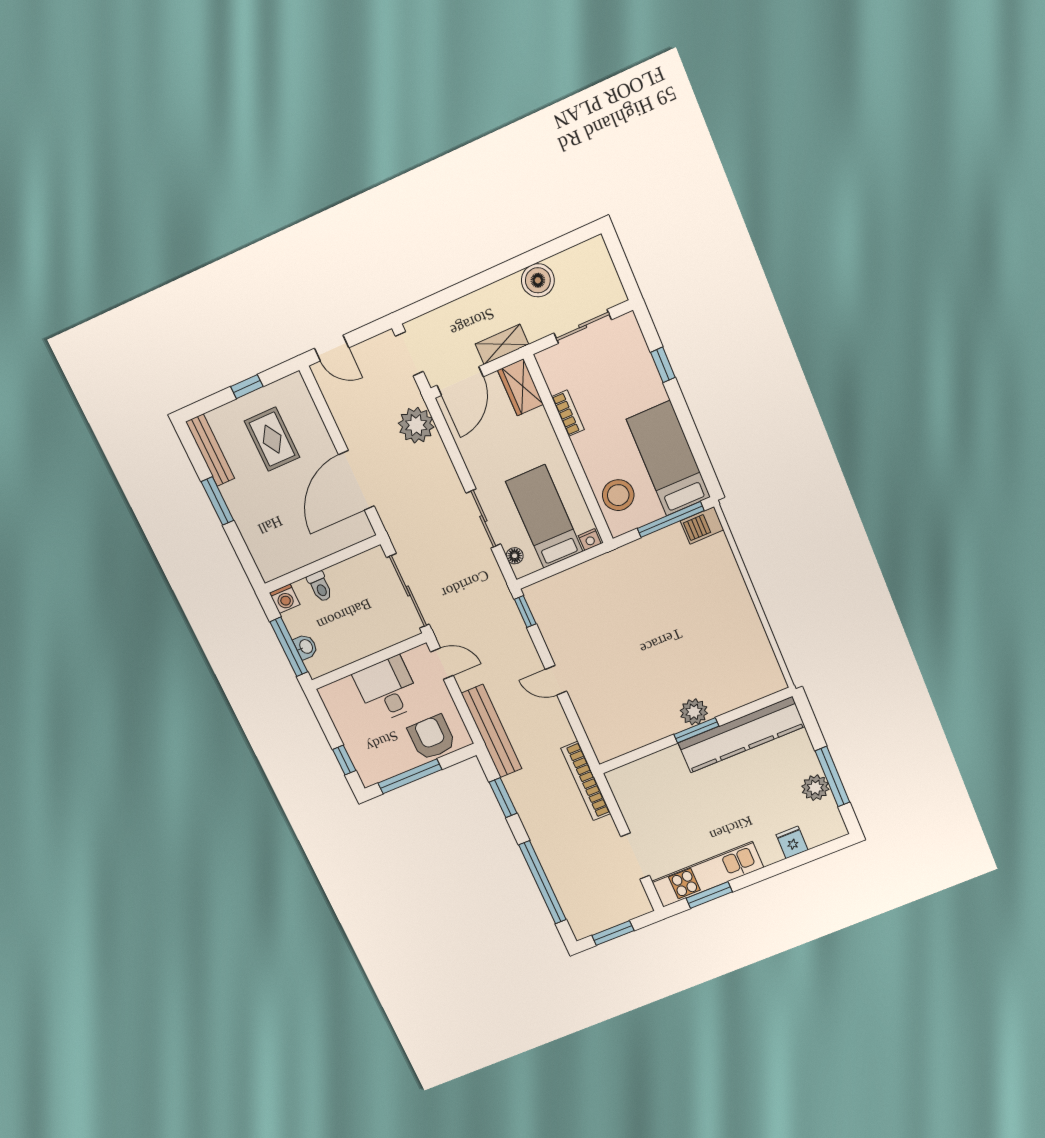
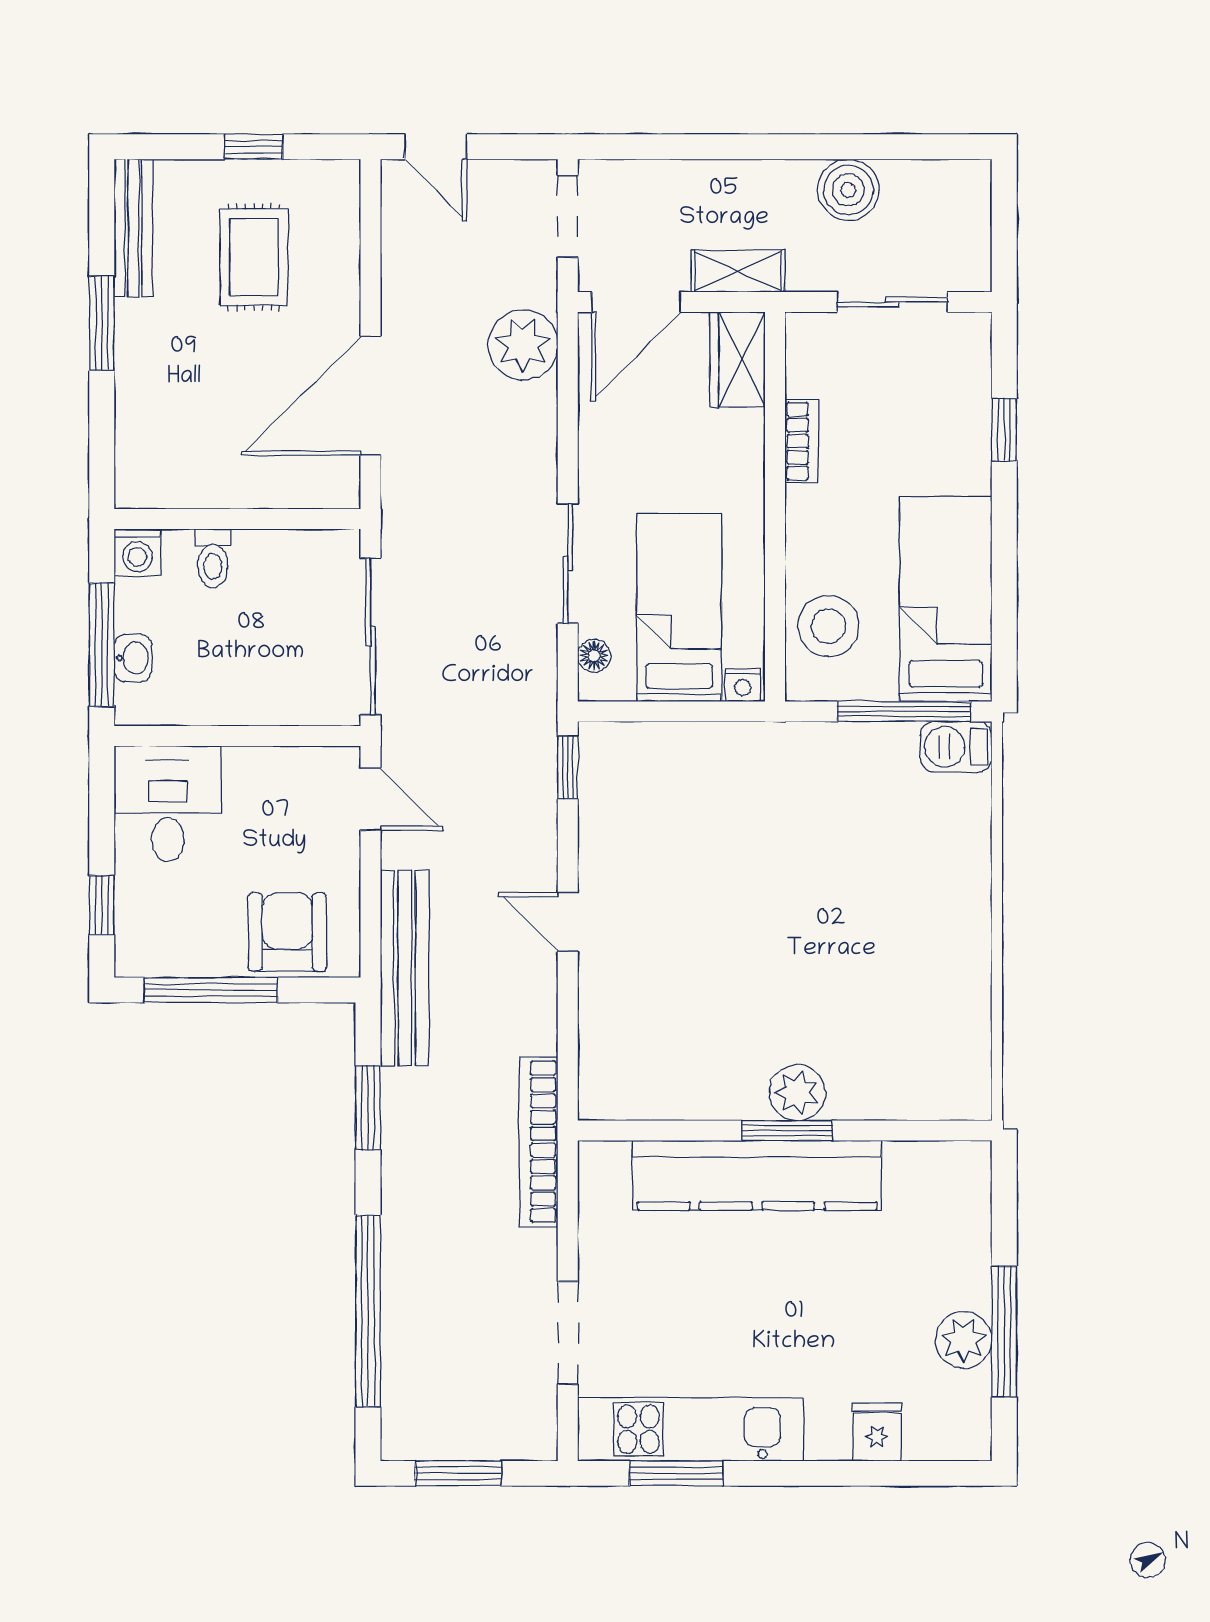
desk: (387, 689) -> (168, 804), moved
kitchen counter: (741, 735) -> (757, 1175), moved

